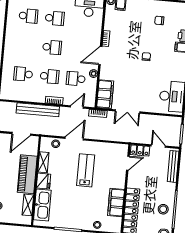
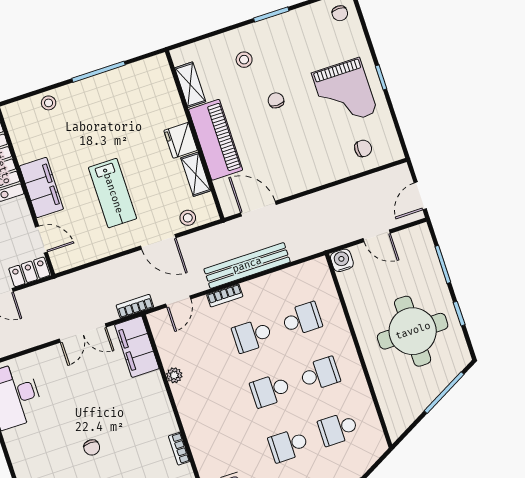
door: (100, 56) -> (176, 413), removed
school desk: (76, 79) -> (320, 374), moved
double door: (127, 111) -> (83, 333), swing flipped
door: (21, 134) -> (258, 209), hinge flipped
door: (74, 139) -> (158, 242), hinge flipped
door: (128, 163) -> (41, 239), swing flipped
filing cabinet: (116, 202) -> (41, 187), moved
kitchen sink: (42, 205) -> (164, 96), removed

